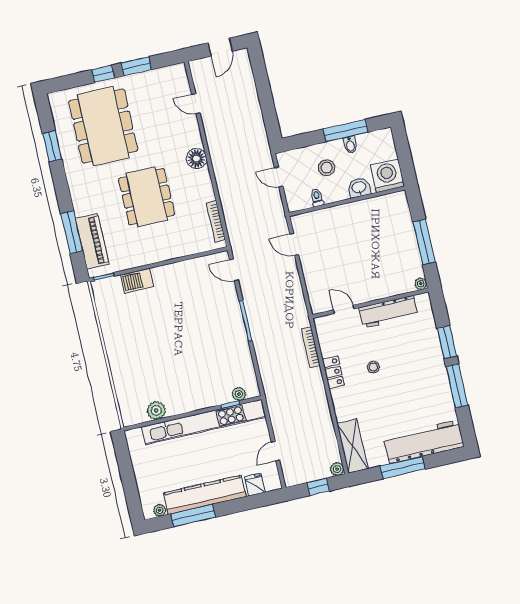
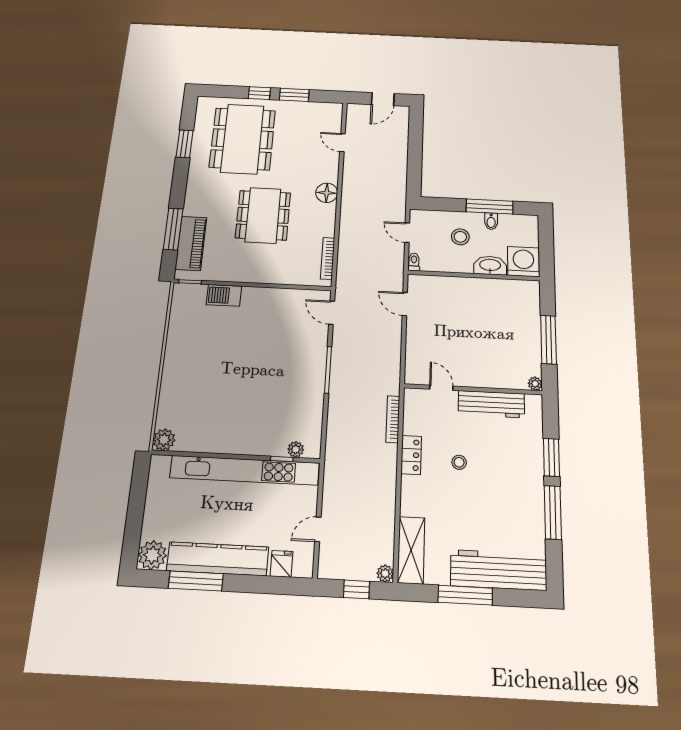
washbasin: (359, 188) -> (490, 265), width x1.38
toilet: (317, 198) -> (414, 262), moved
plant: (156, 410) -> (164, 440), moved
plant: (160, 510) -> (152, 555), width x1.88, depth x1.88

